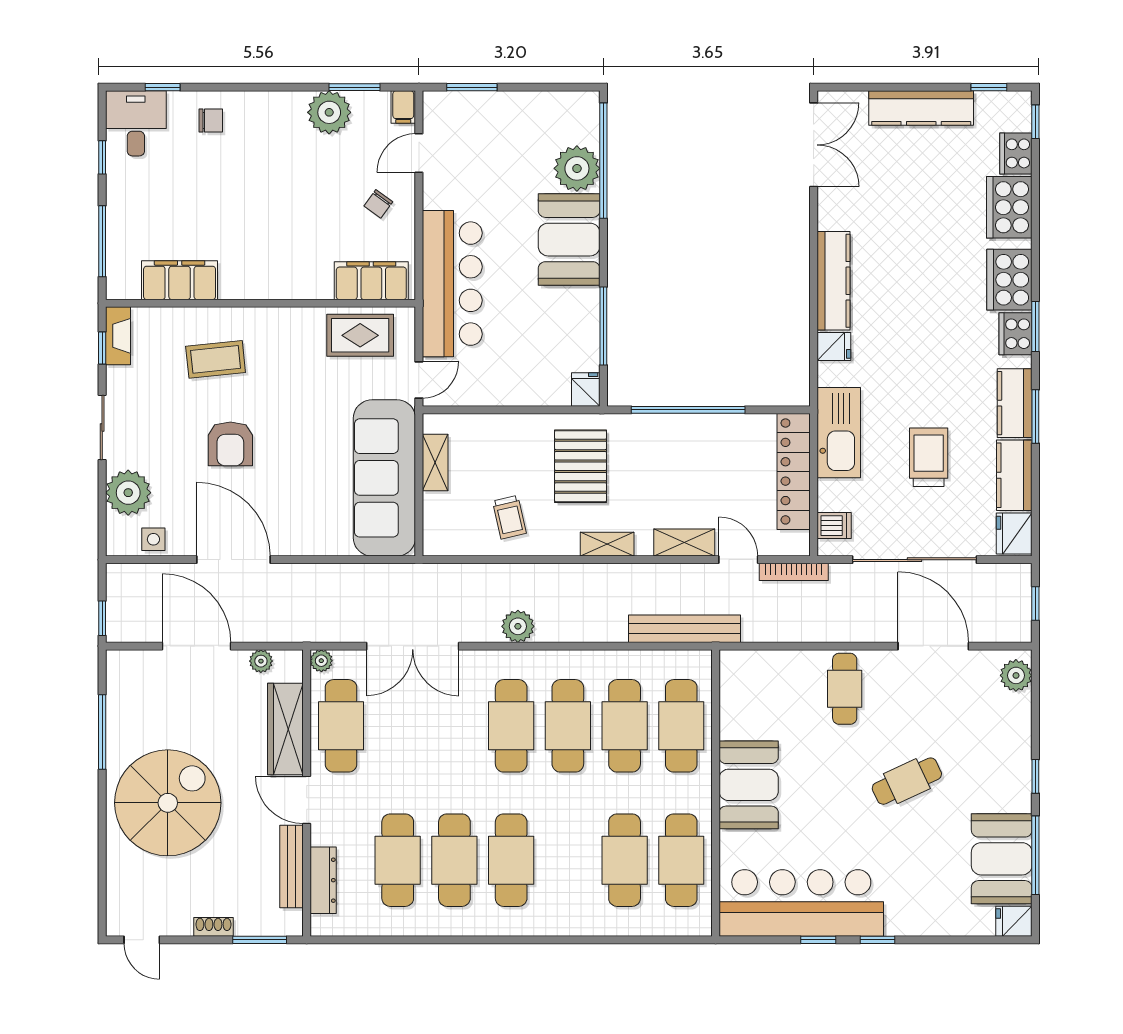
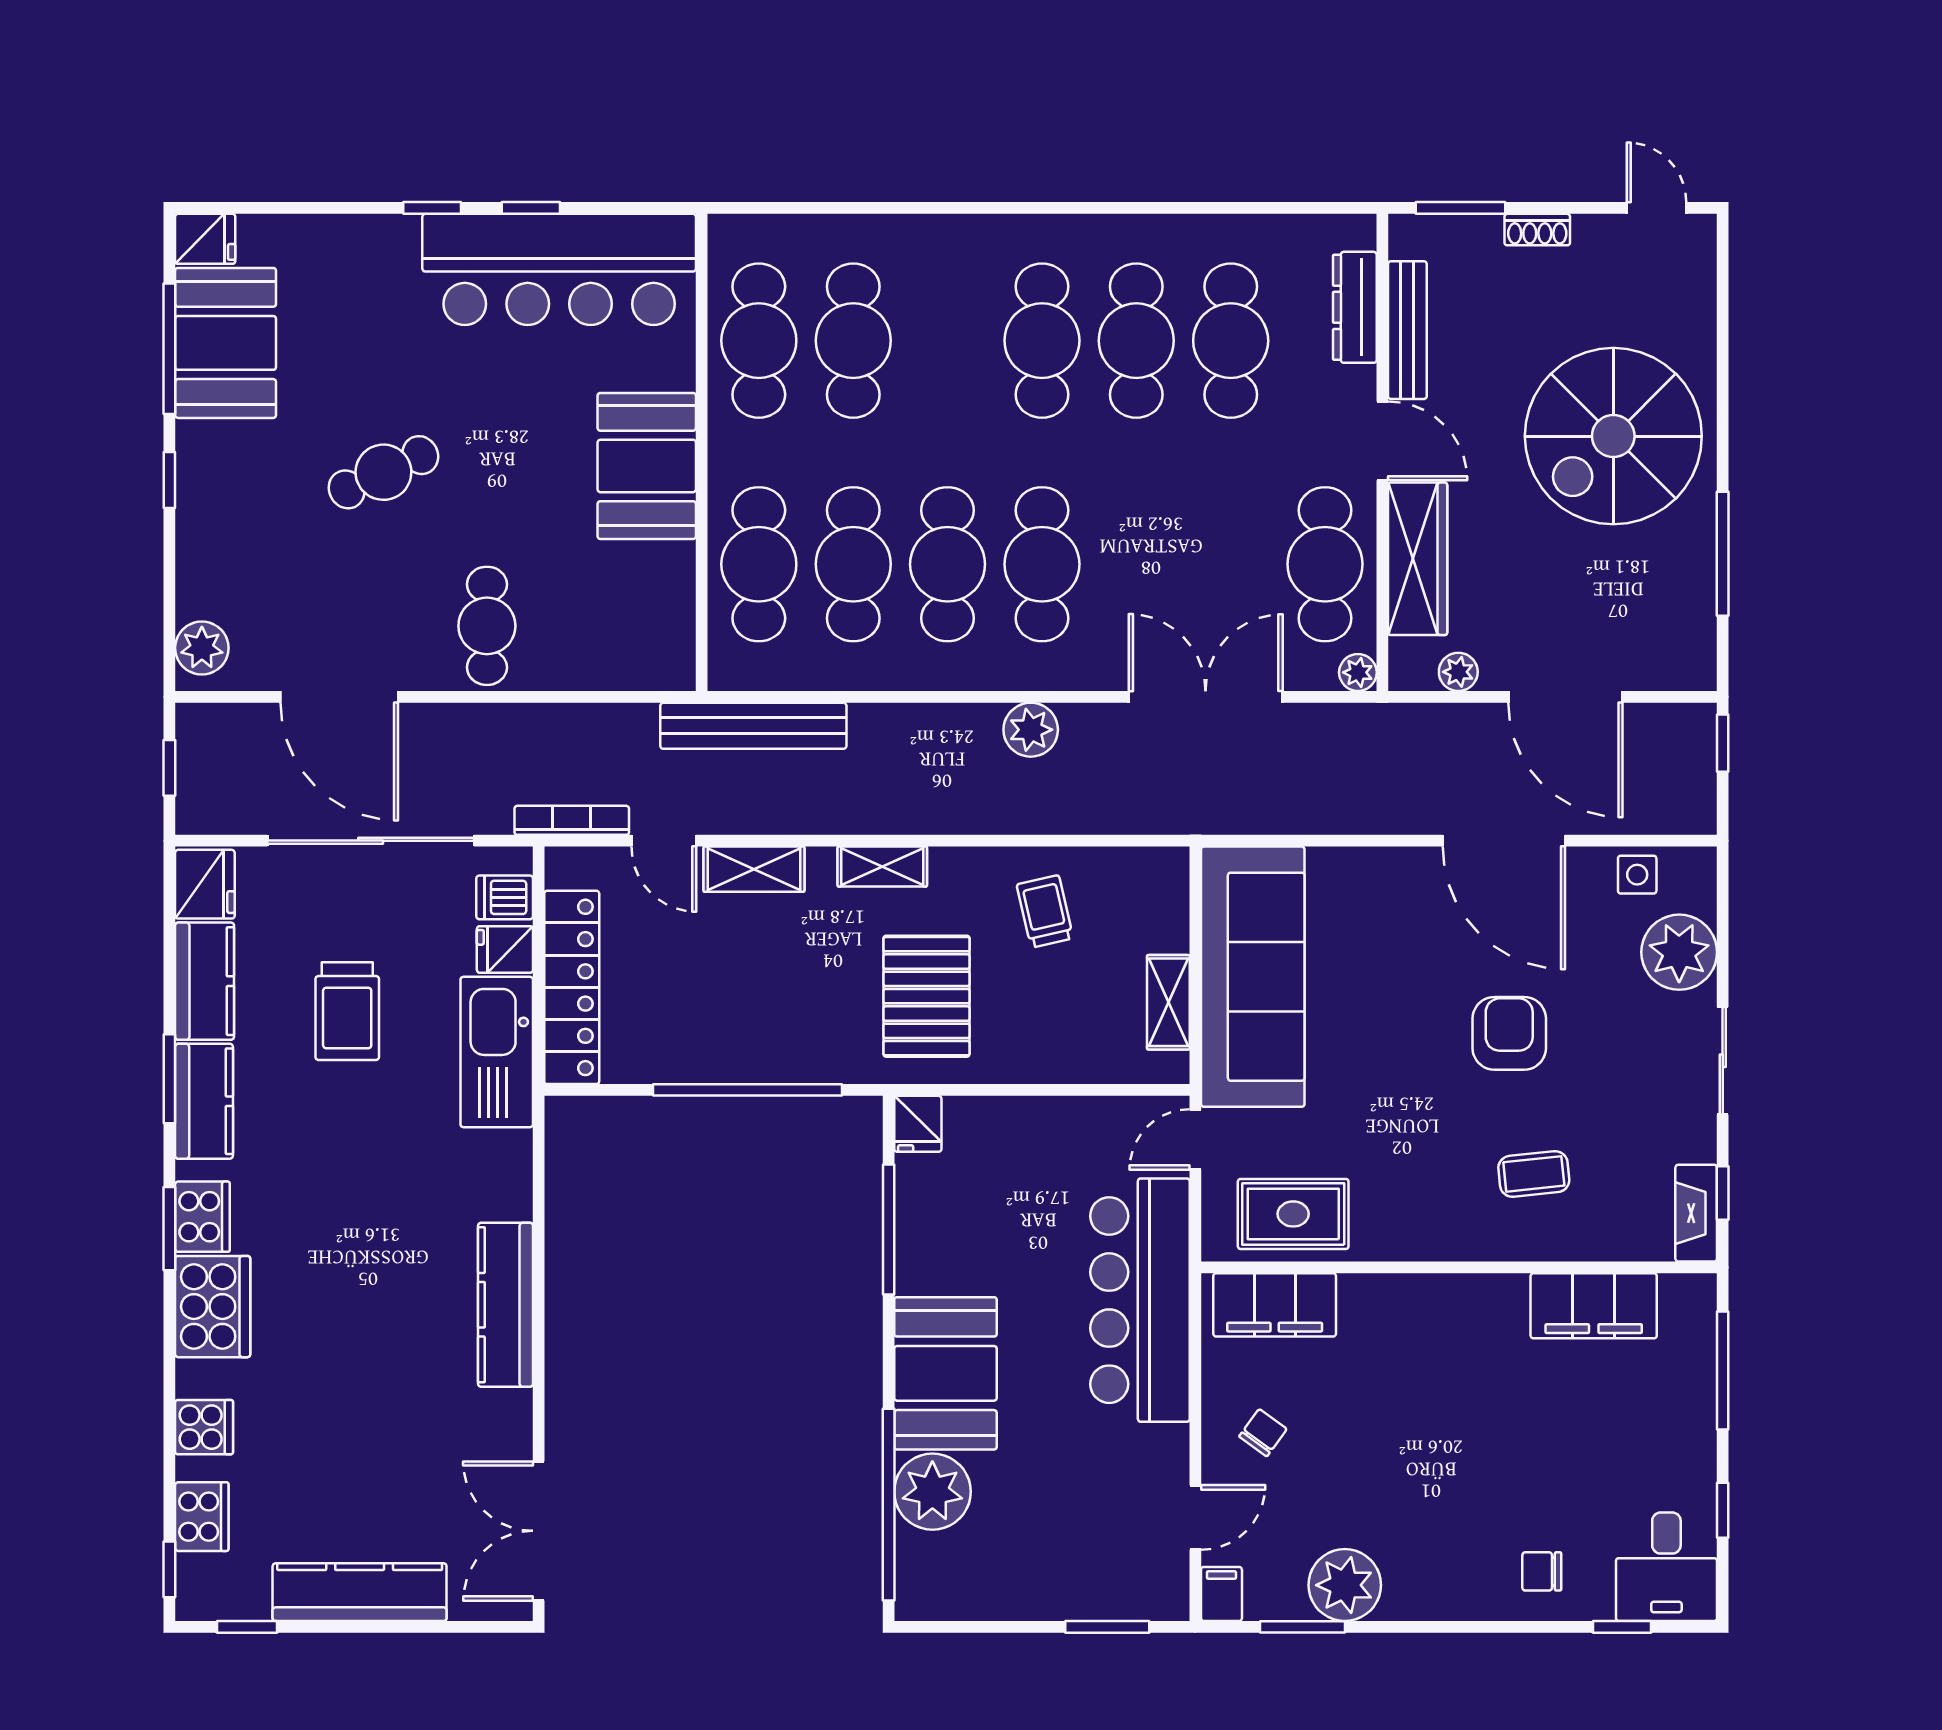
cooker: (1009, 207) -> (204, 1427), width x0.53, depth x0.76
fridge: (834, 346) -> (505, 949), moved
coffee table: (216, 359) -> (1534, 1174), width x0.73, depth x0.77

